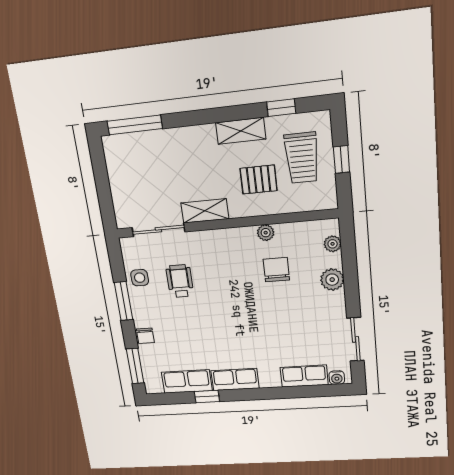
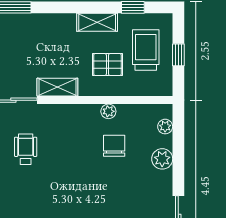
trolley: (302, 158) -> (146, 50), turned 180

